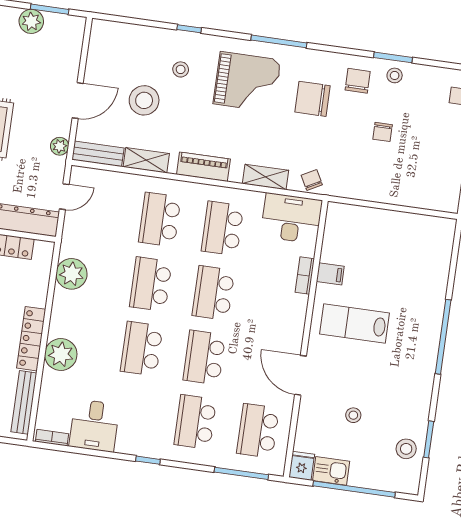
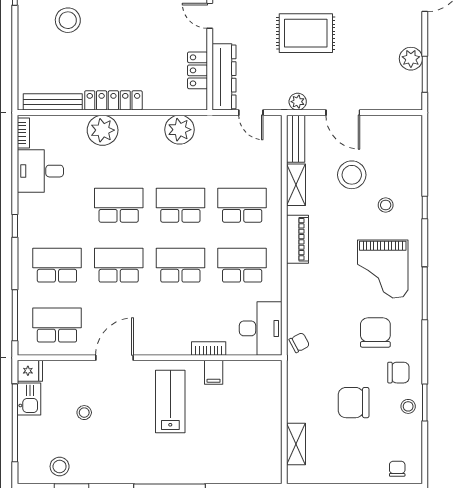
chair: (383, 132) -> (354, 403), width x1.87, depth x1.87
shelving: (265, 177) -> (296, 444), moved

